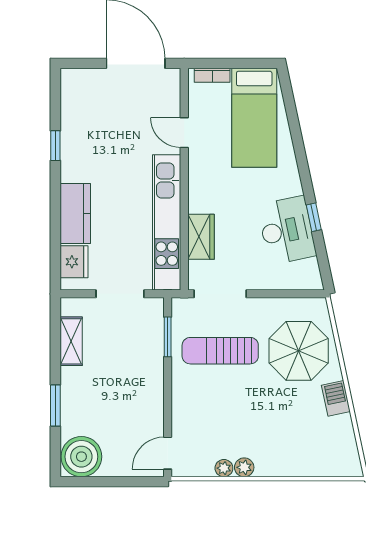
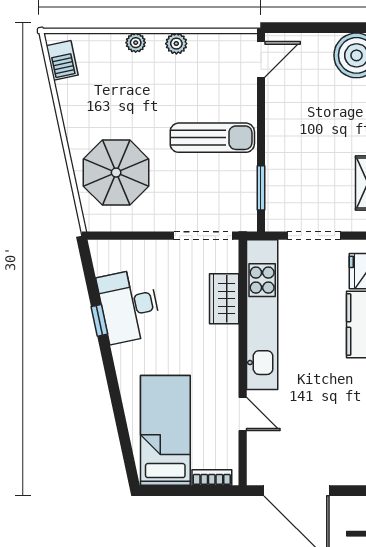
sun lounger: (220, 351) -> (212, 138), moved
barbecue: (336, 398) -> (62, 60), moved
plant: (224, 468) -> (136, 43), moved

